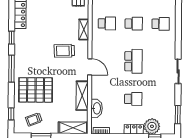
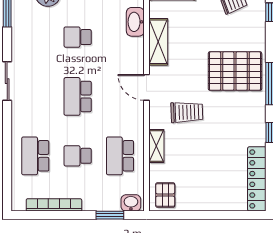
school desk: (107, 23) -> (120, 156), width x1.85
school desk: (161, 24) -> (35, 156), width x1.85
pallet: (36, 90) -> (235, 71), moved

